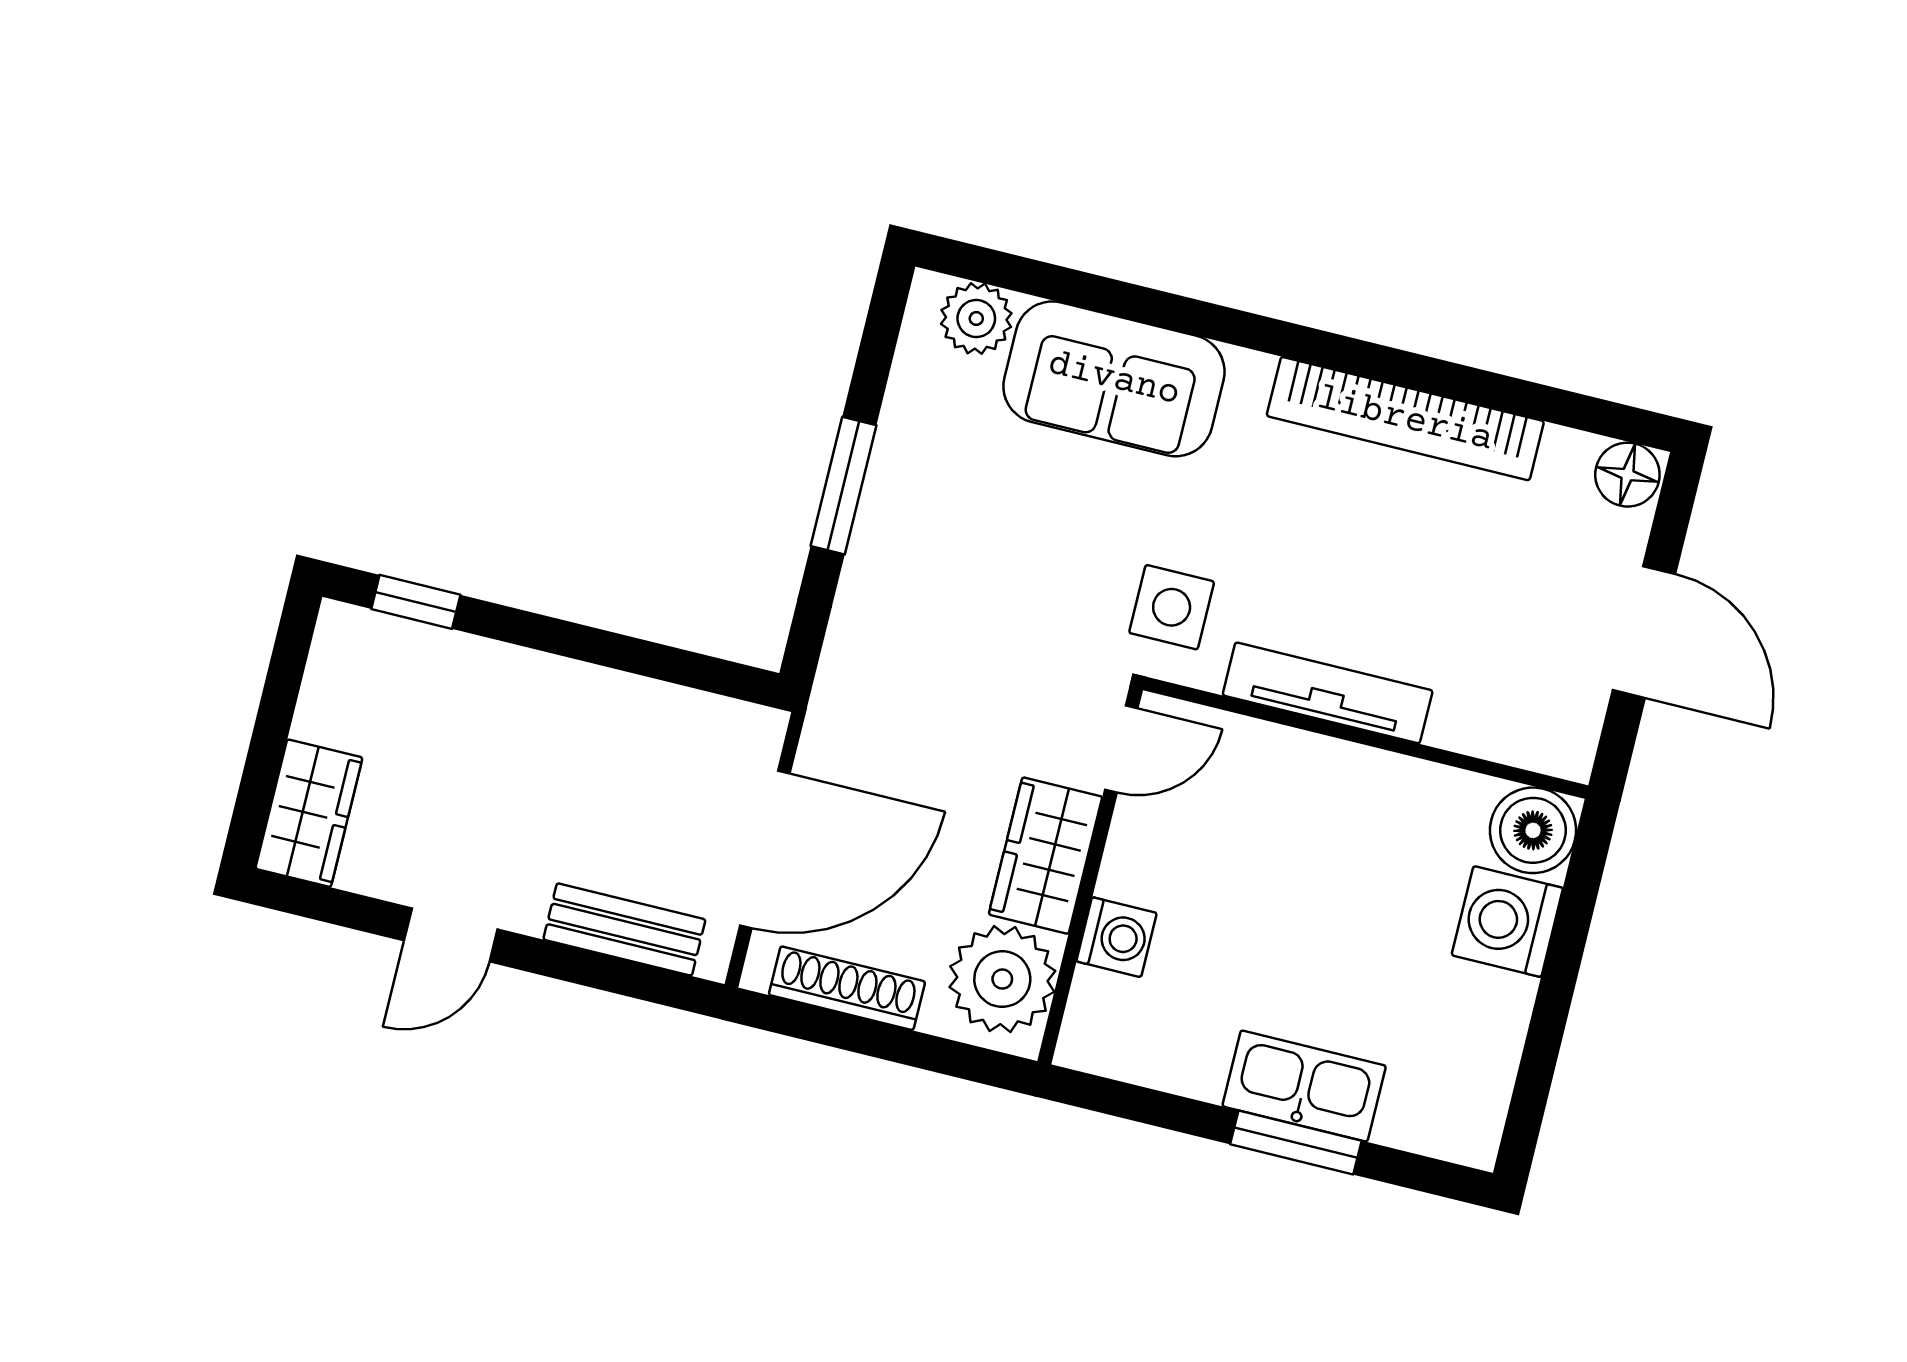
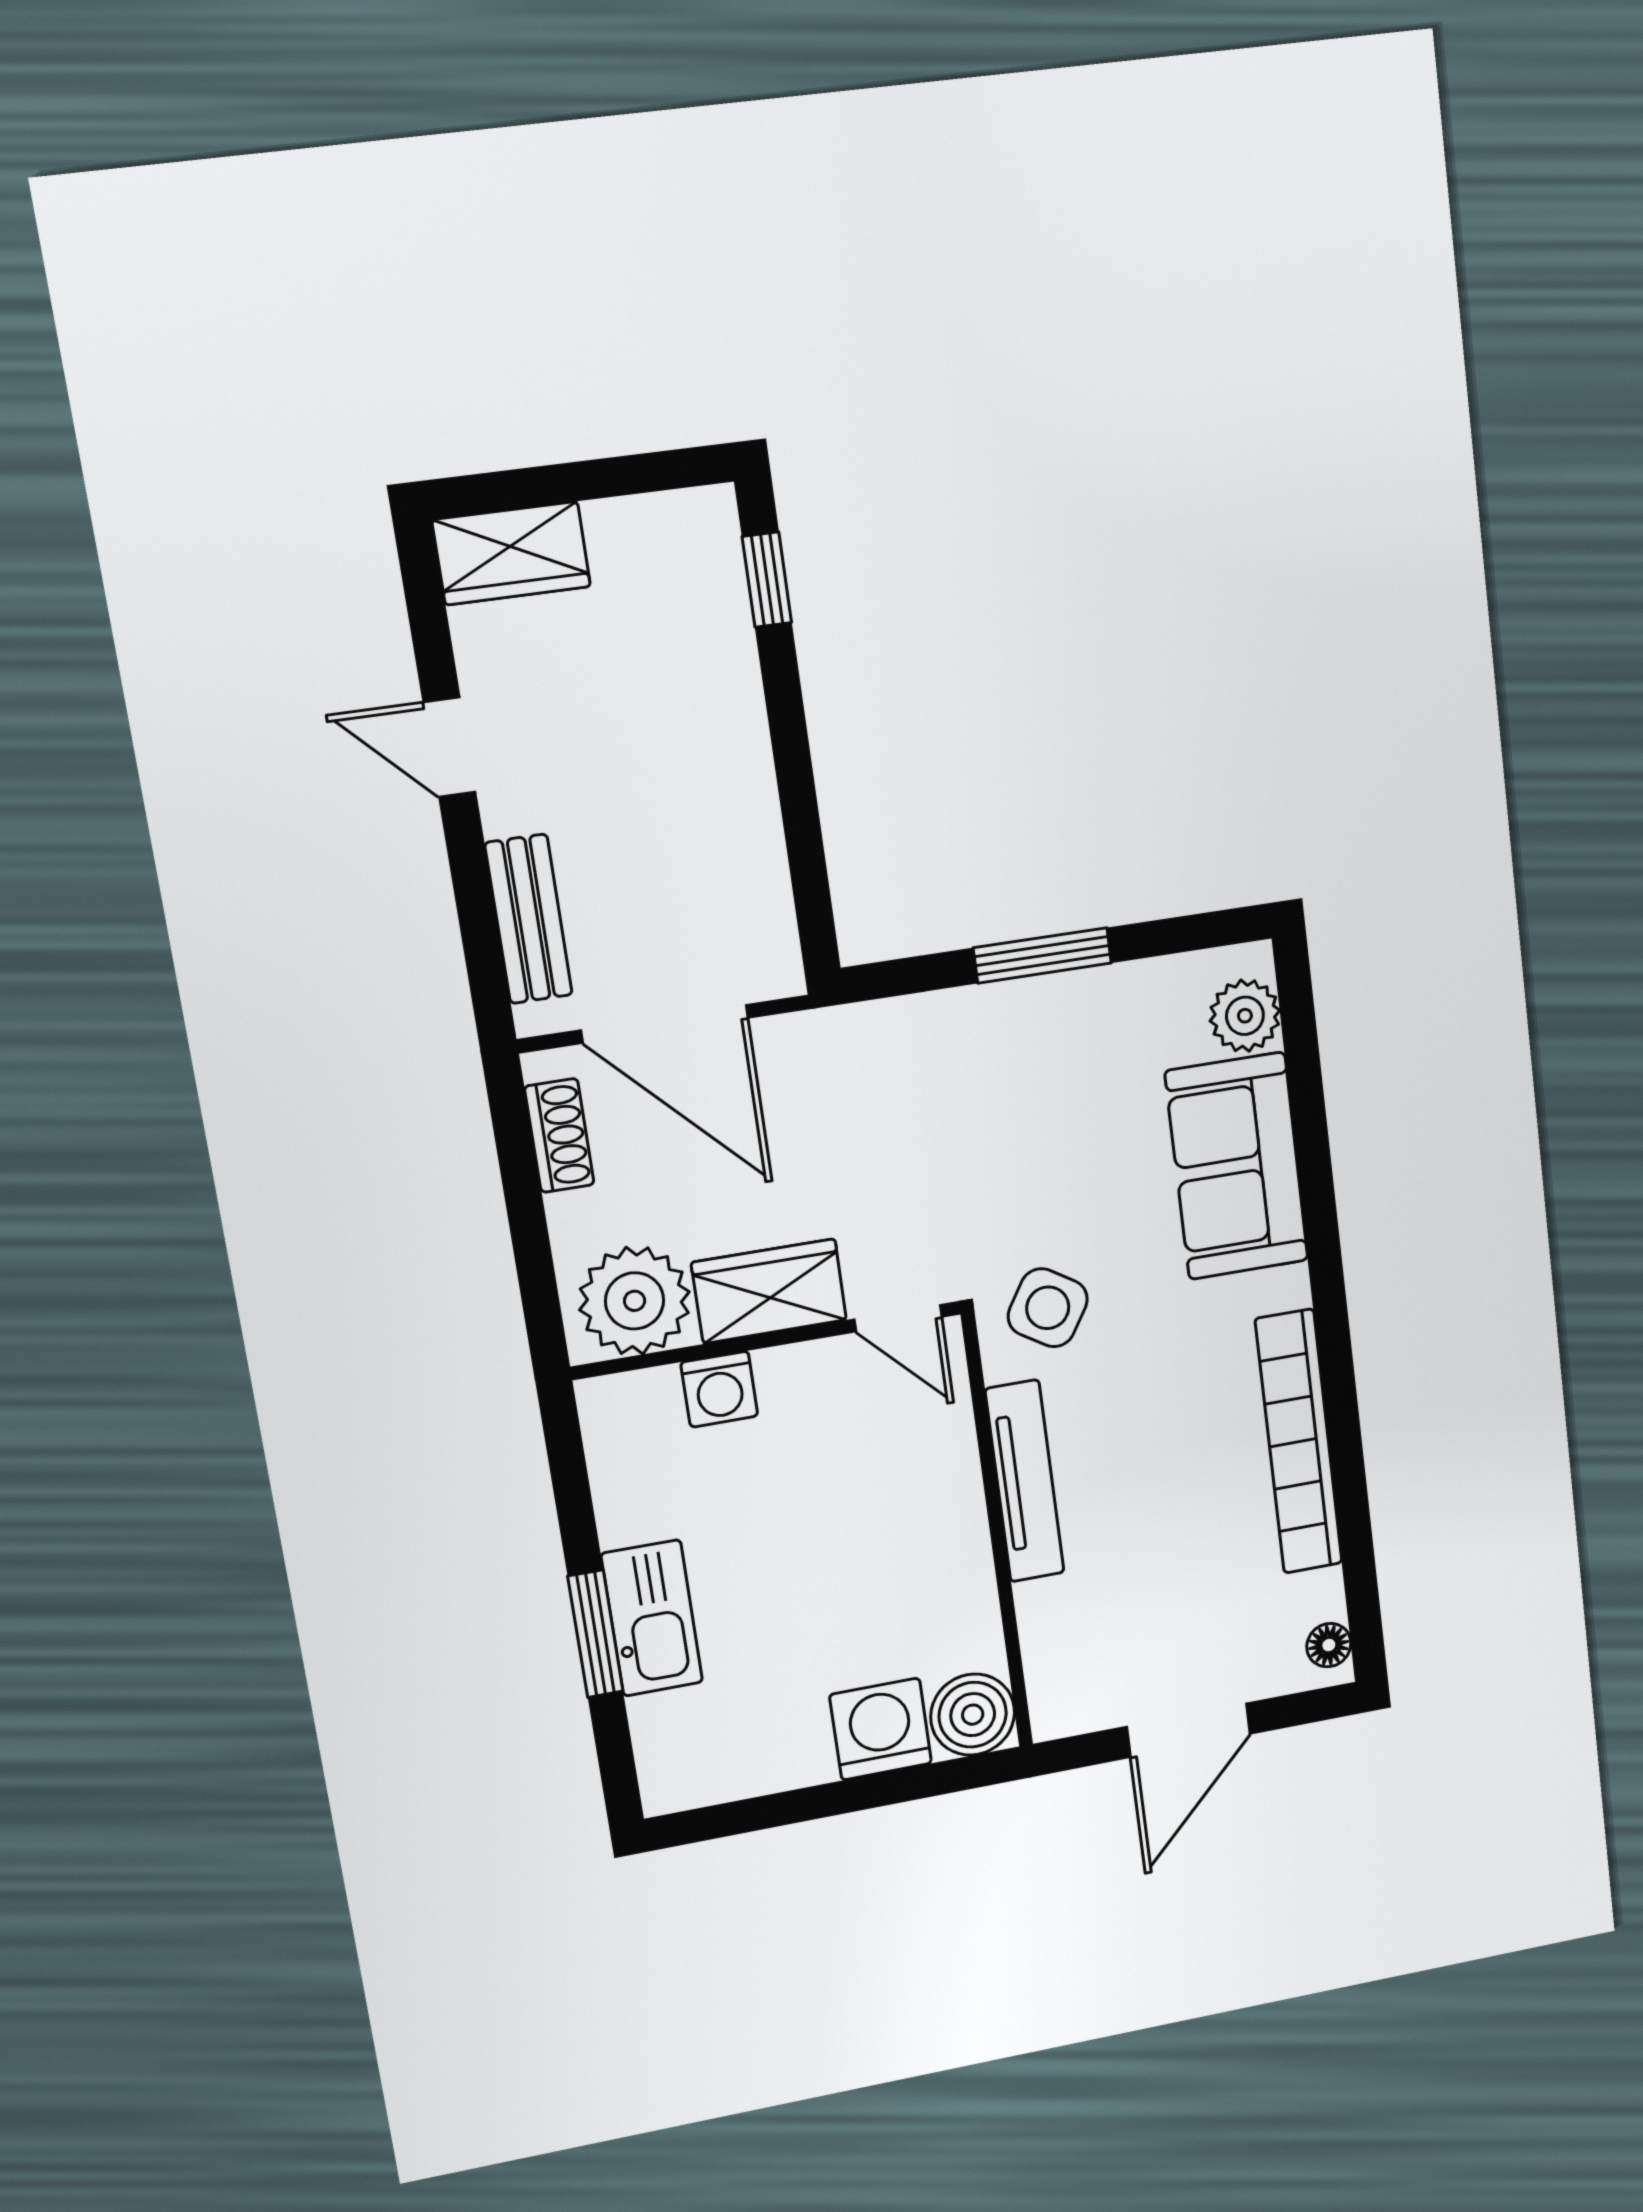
floor lamp: (1627, 475) -> (1329, 1645), width x0.73, depth x0.73
side table: (1172, 607) -> (1048, 1308), turned 32
shoe rack: (847, 988) -> (559, 1136), width x0.70

